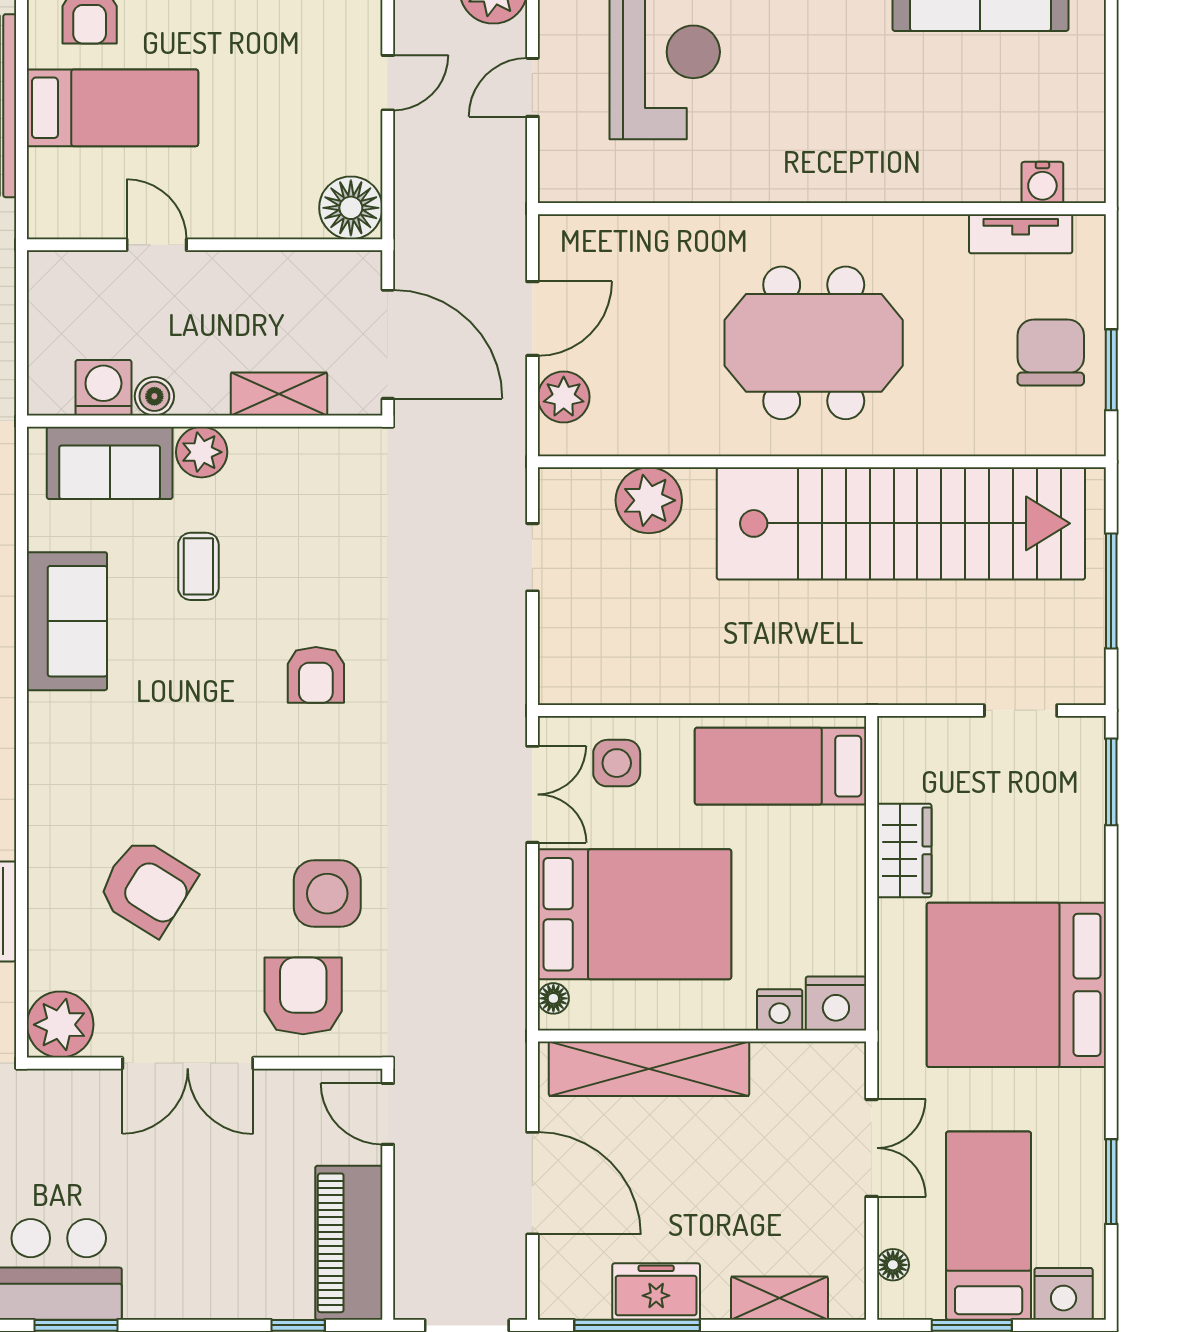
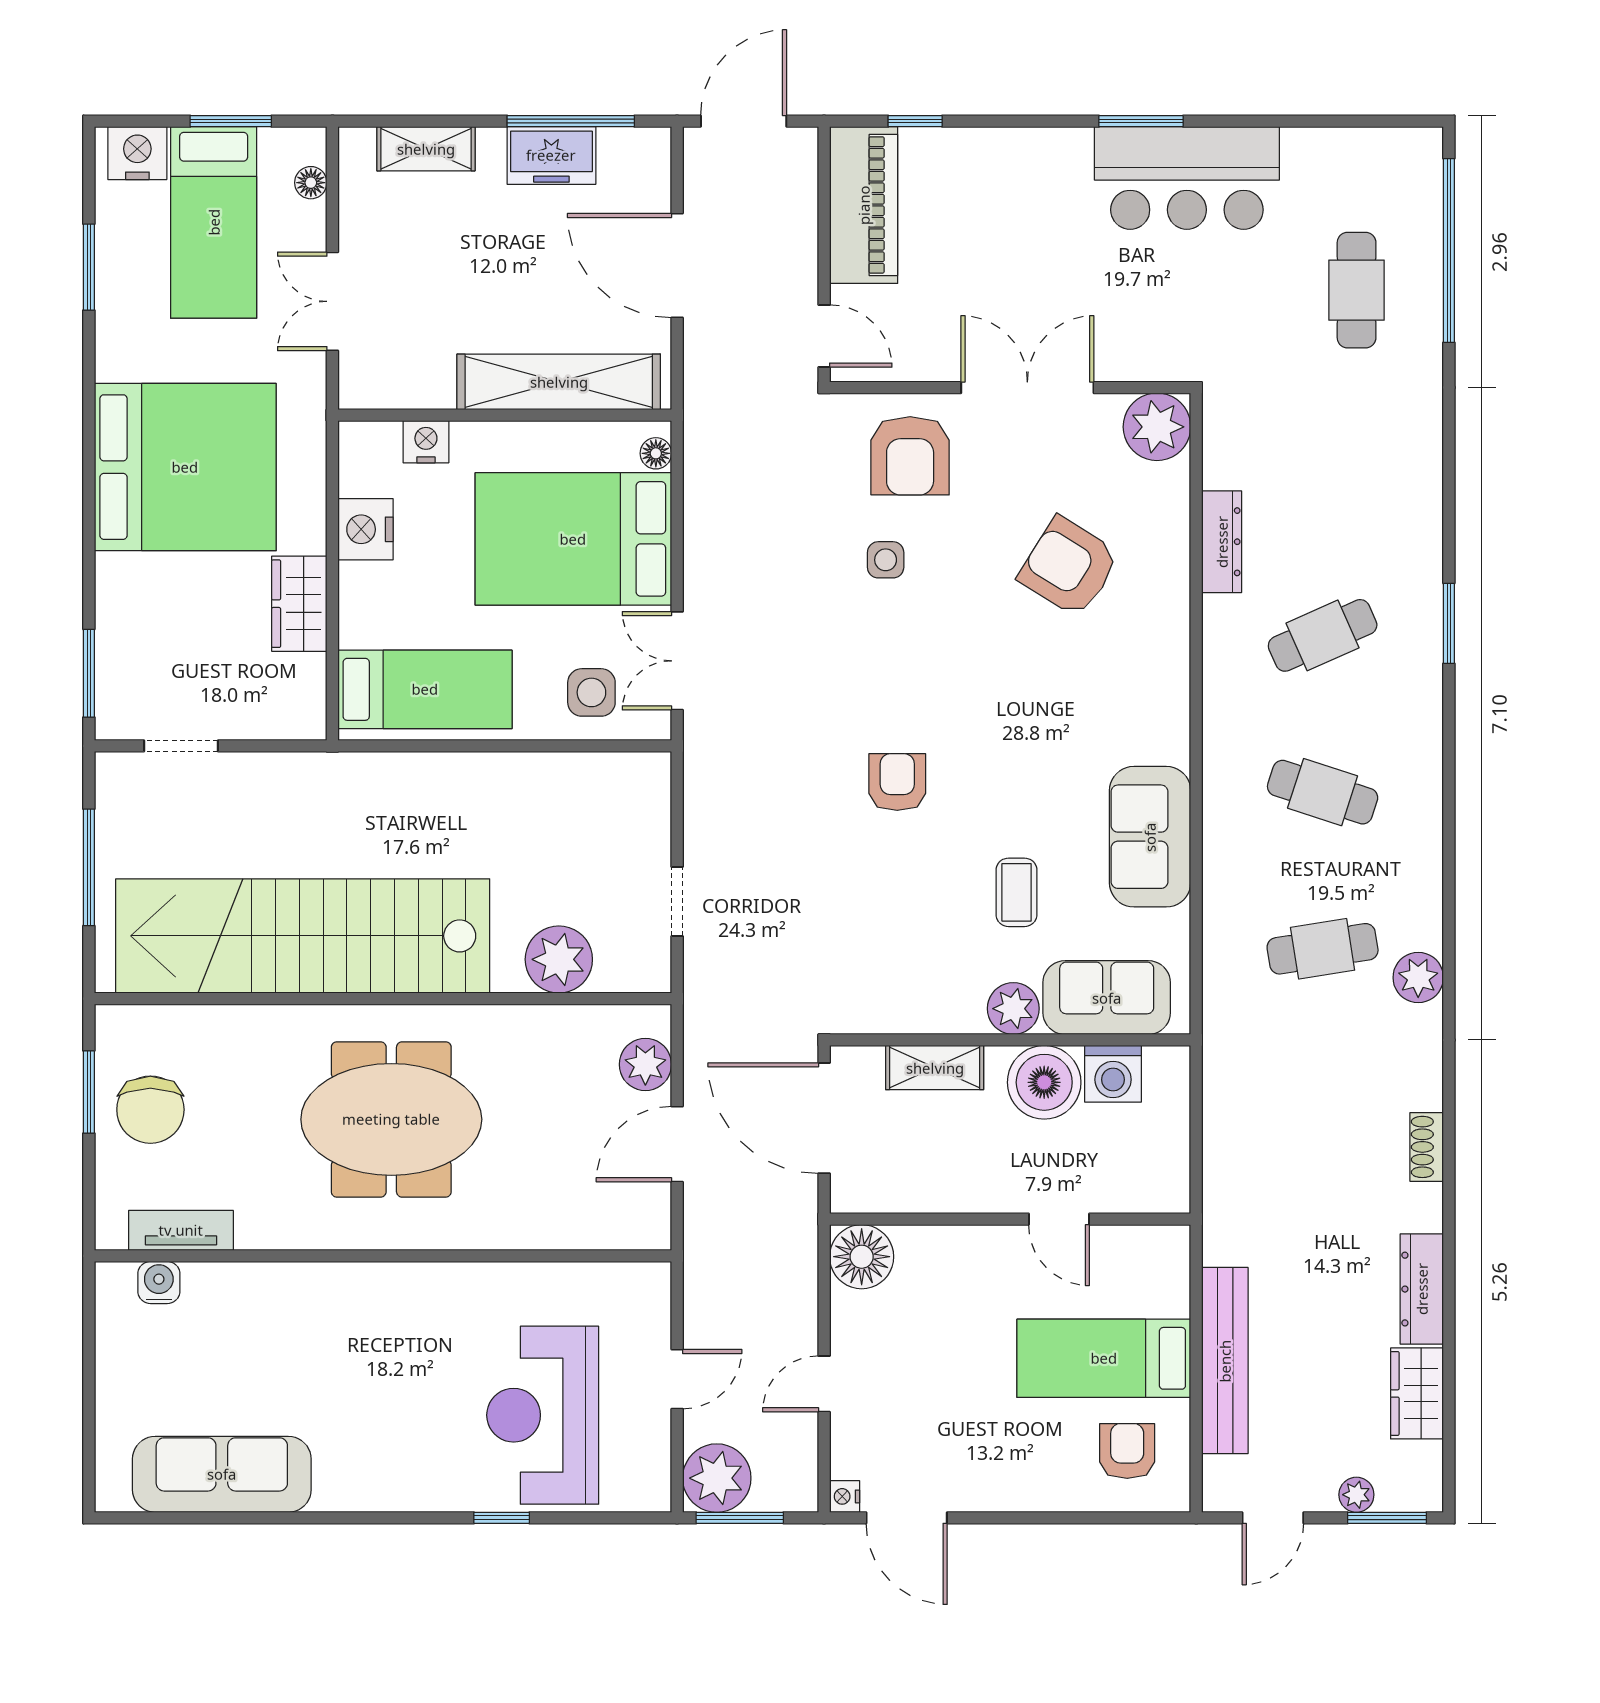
boiler: (154, 396) -> (1044, 1082), width x1.86, depth x1.86
side table: (327, 894) -> (886, 560), width x0.54, depth x0.54
nightstand: (836, 1004) -> (365, 529), moved, turned -90

